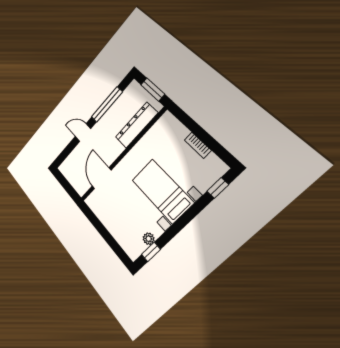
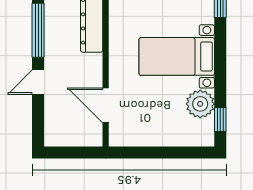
plant: (149, 239) -> (200, 104), width x1.87, depth x1.87

